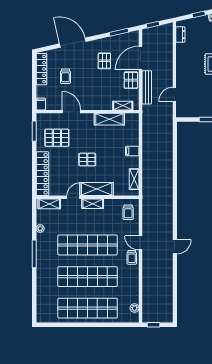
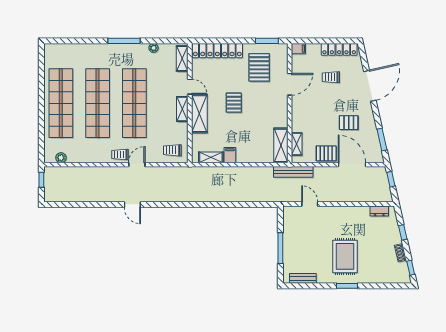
bench: (147, 87) -> (293, 172), moved
shelving: (109, 119) -> (281, 145), moved
filing cabinet: (132, 151) -> (230, 155), moved

